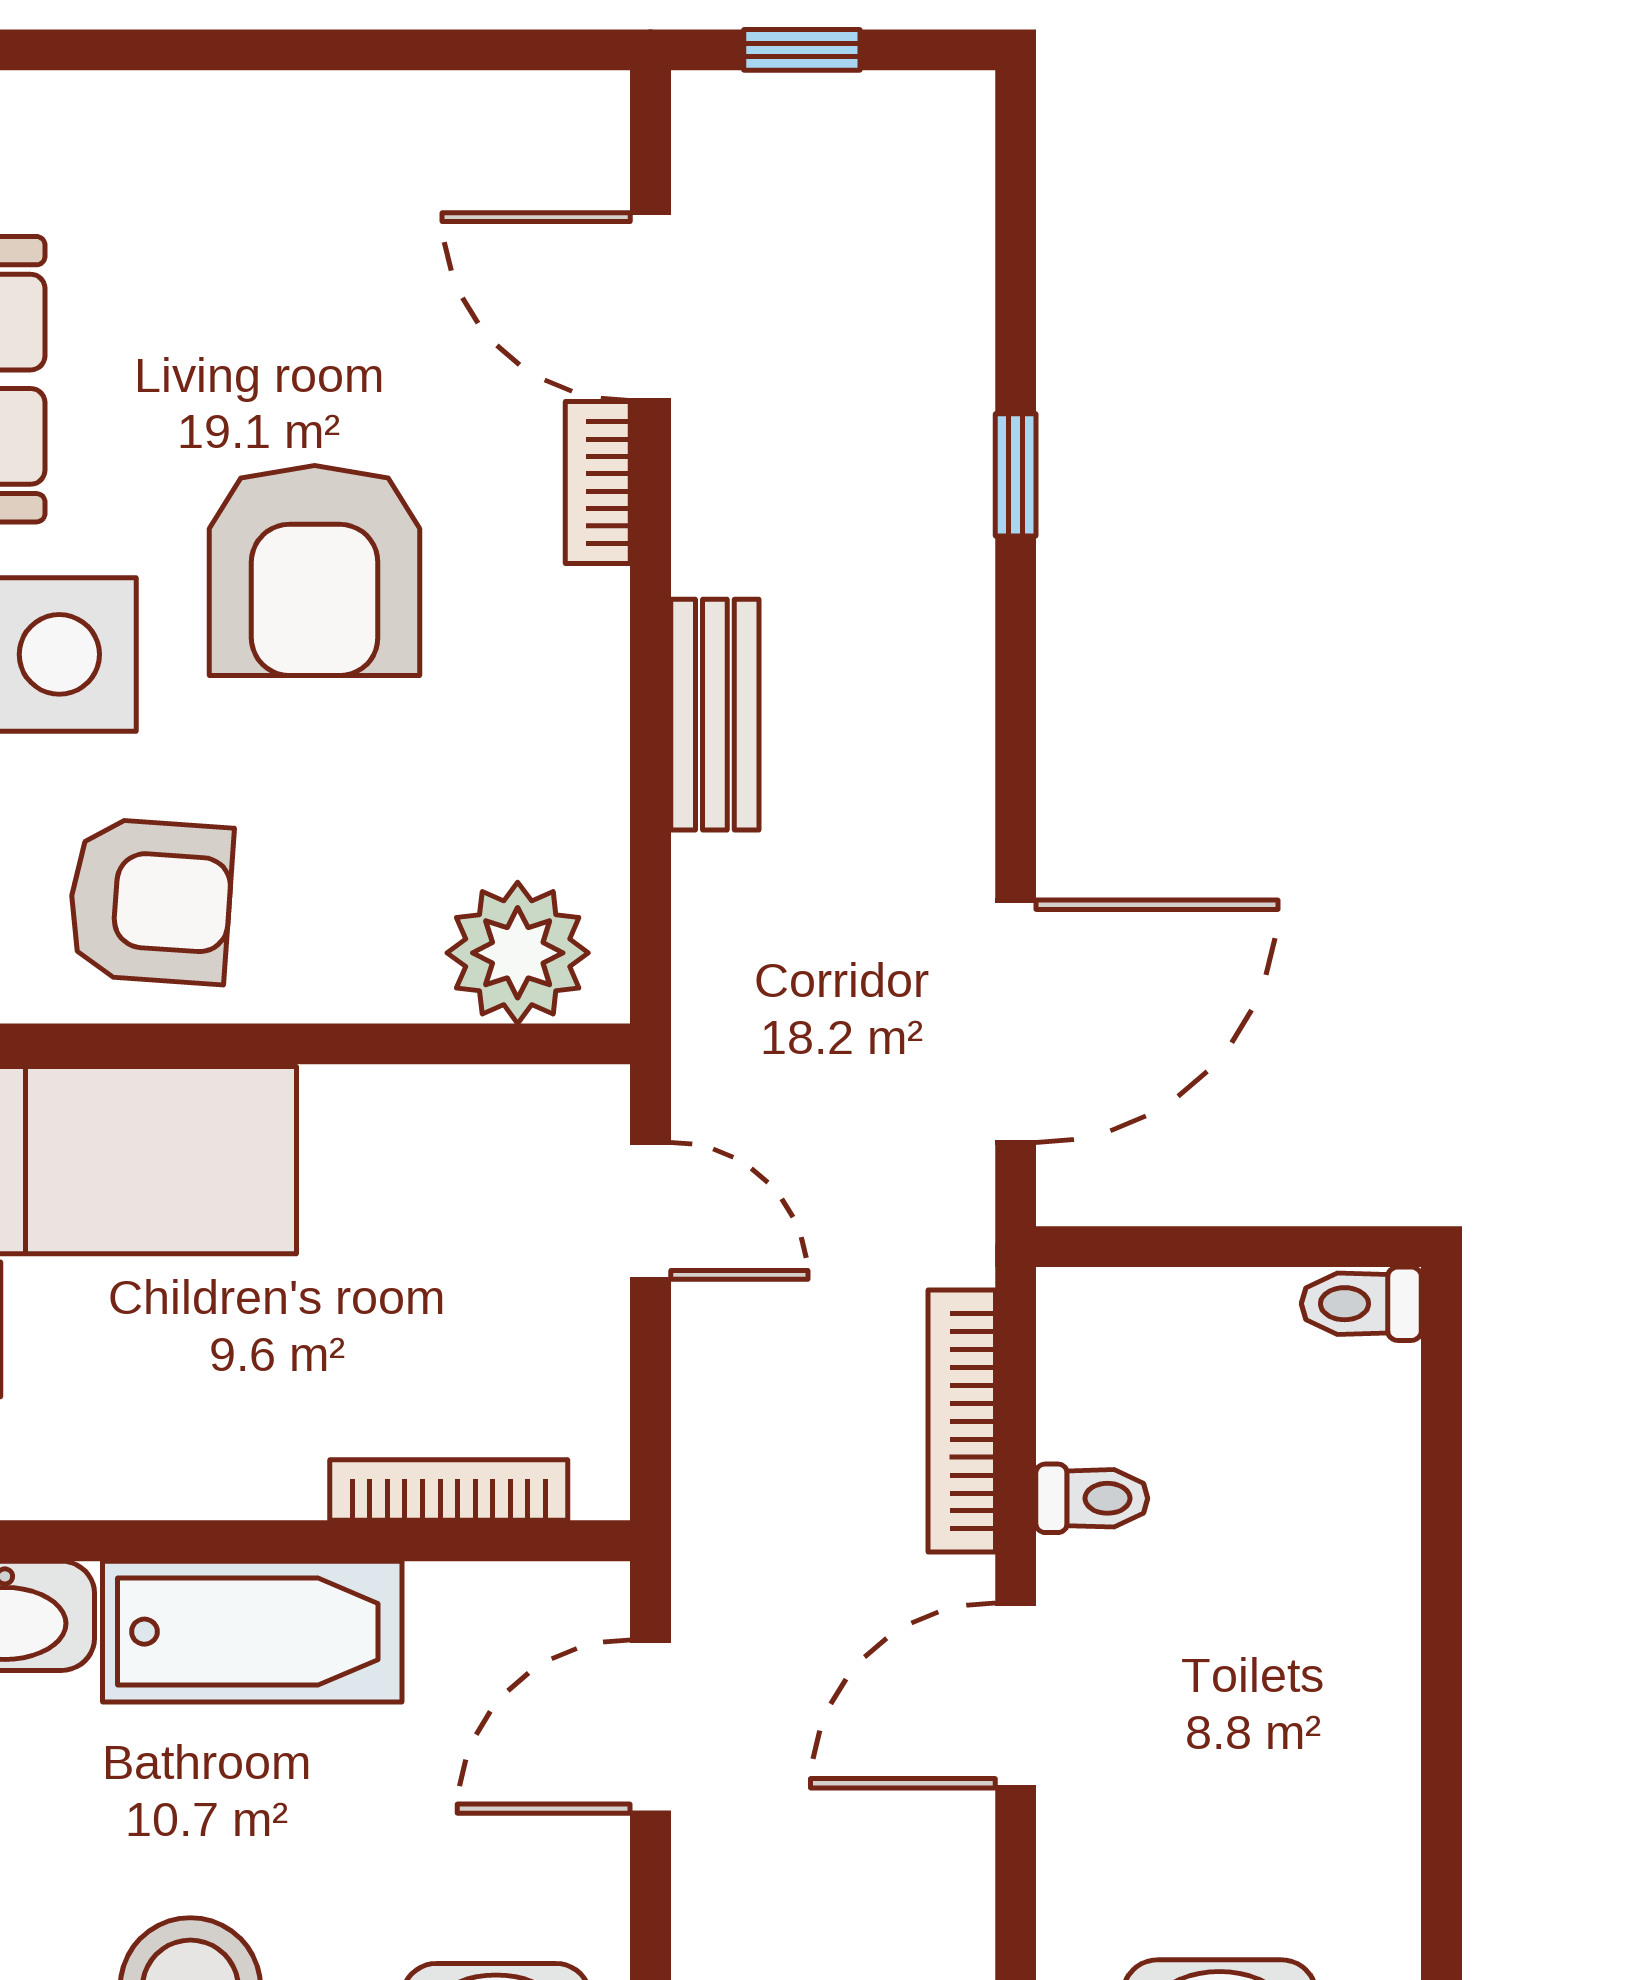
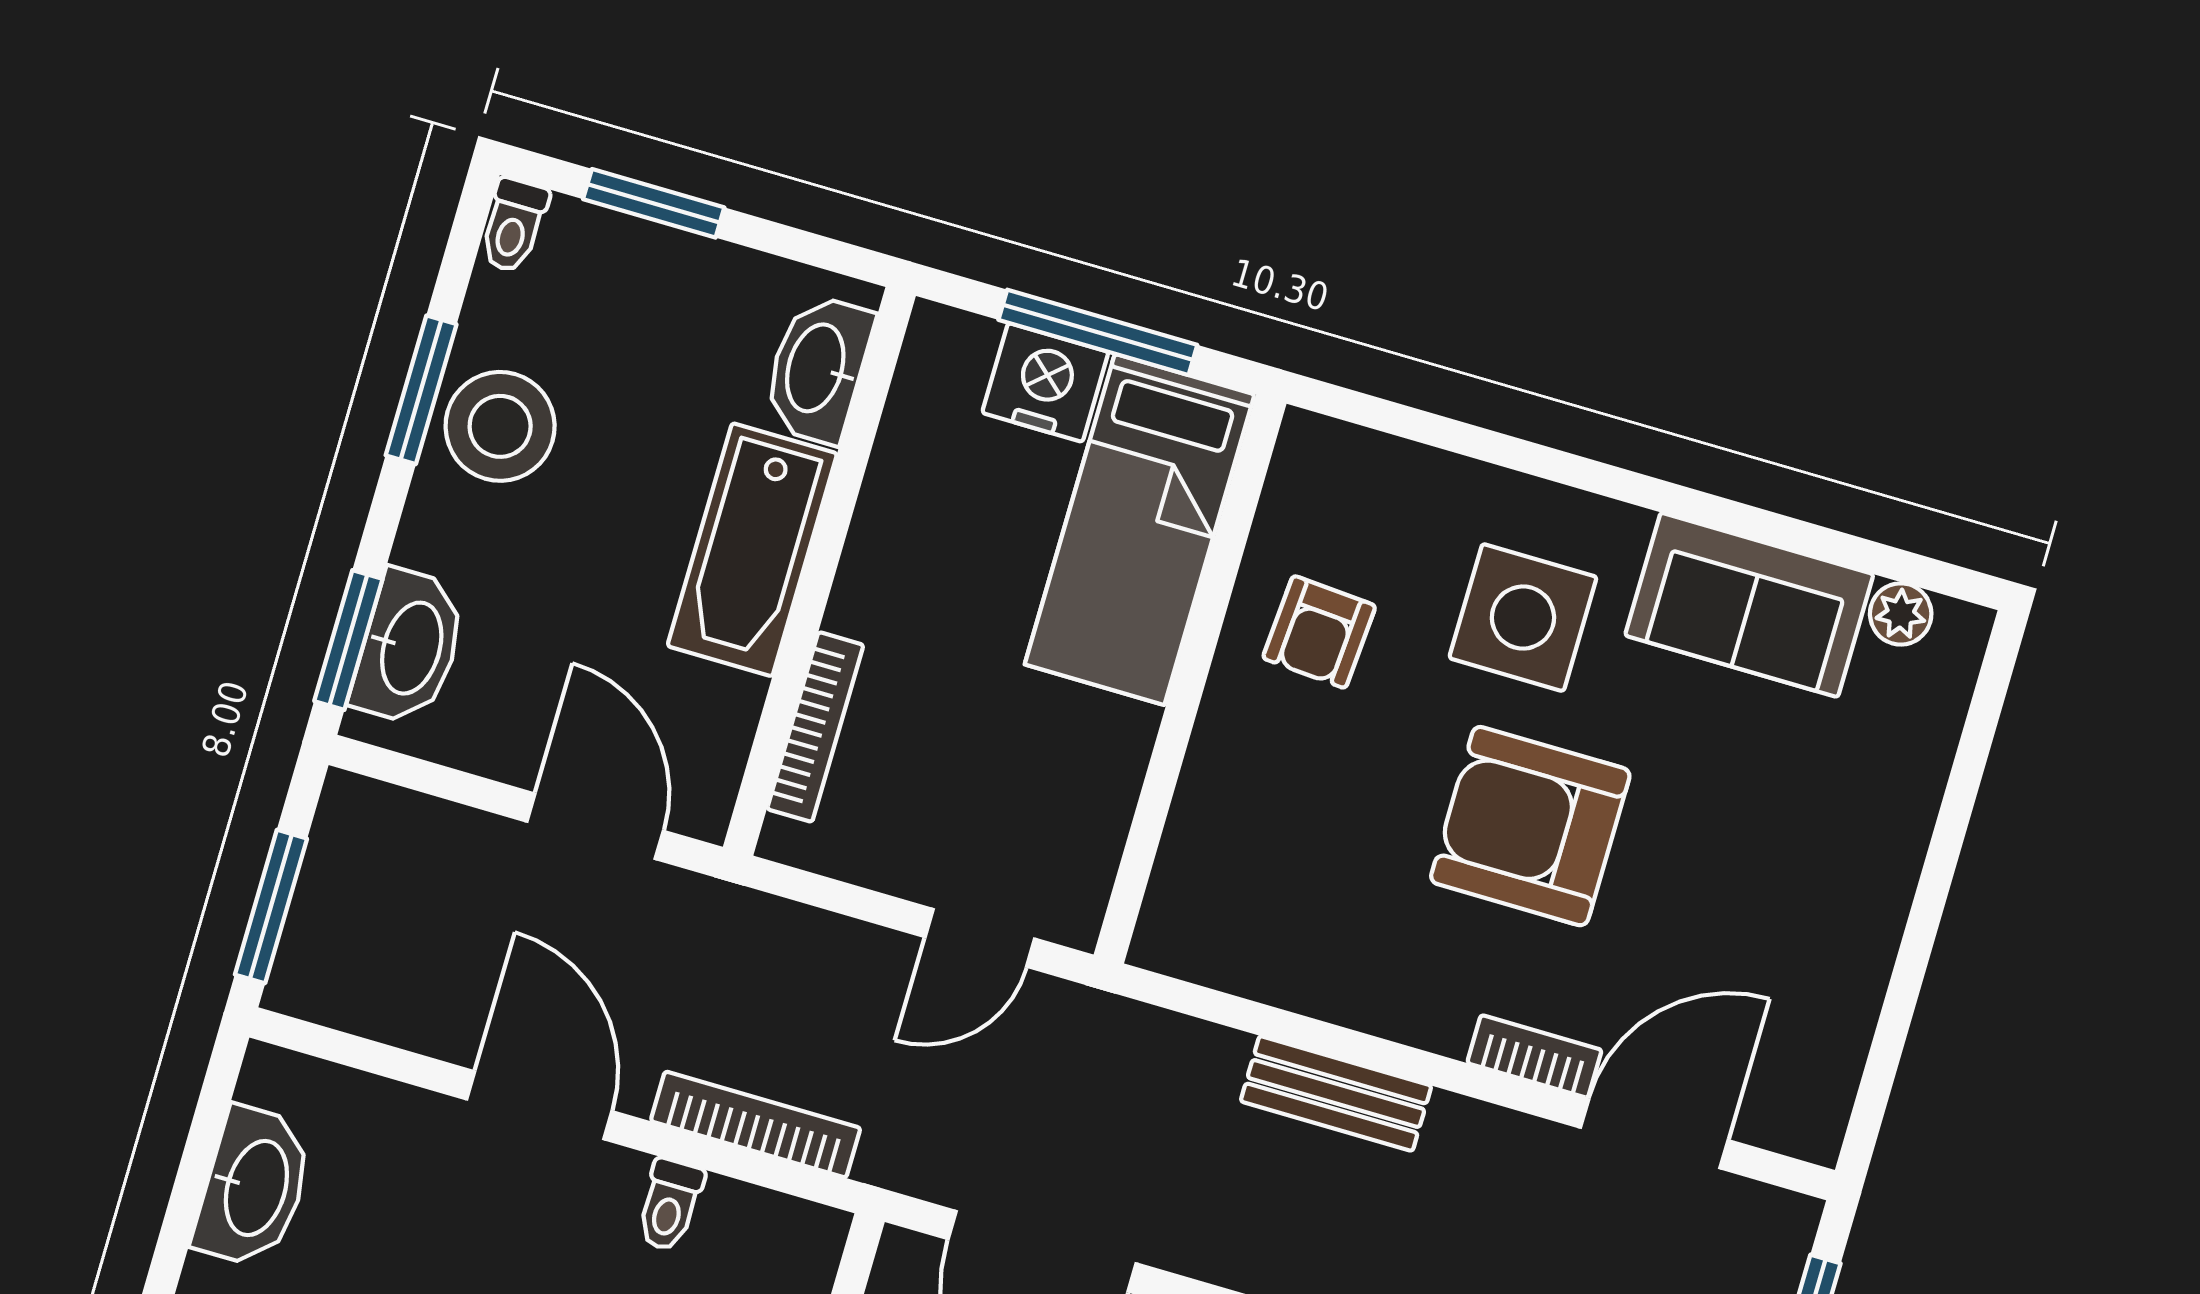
armchair: (150, 901) -> (1319, 632), width x0.72, depth x0.72
plant: (518, 953) -> (1201, 895), removed

